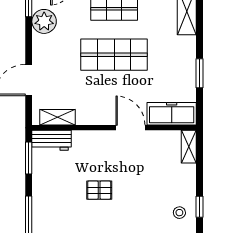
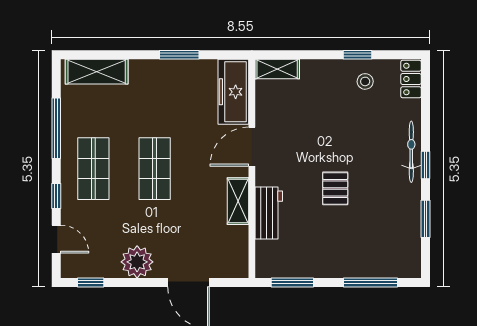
plant: (44, 21) -> (137, 262), moved
shop shelf: (114, 55) -> (155, 169), width x0.70, depth x0.74
shelving: (57, 117) -> (238, 201), moved
workbench: (52, 140) -> (269, 213), moved

